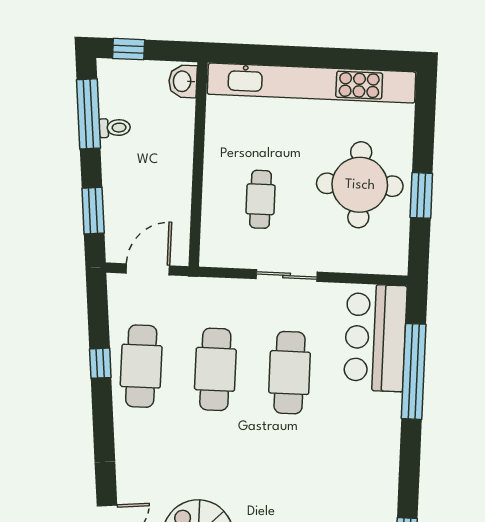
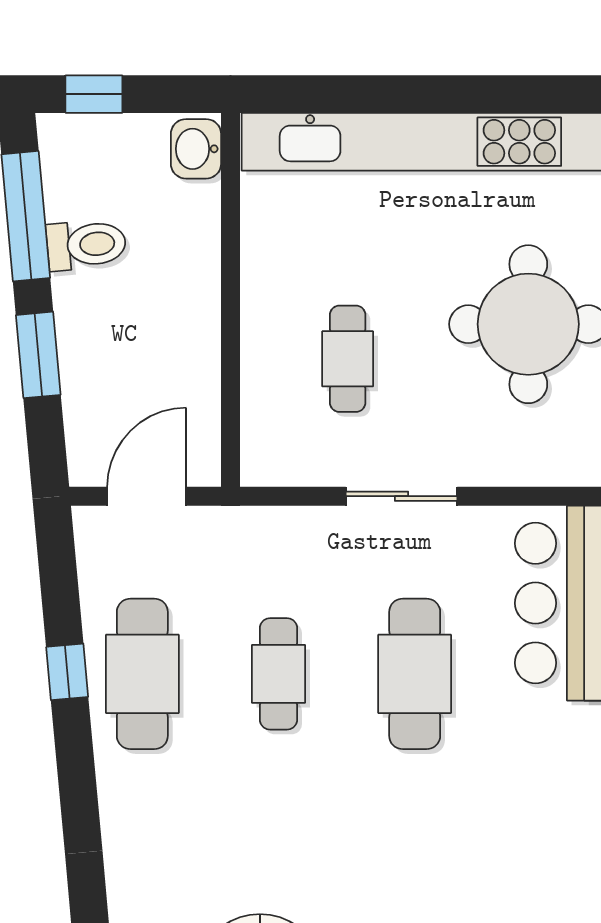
toilet: (115, 128) -> (86, 245), width x1.37, depth x1.39
window: (93, 211) -> (38, 355), moved
cafe table: (215, 369) -> (279, 674), width x0.73, depth x0.74

